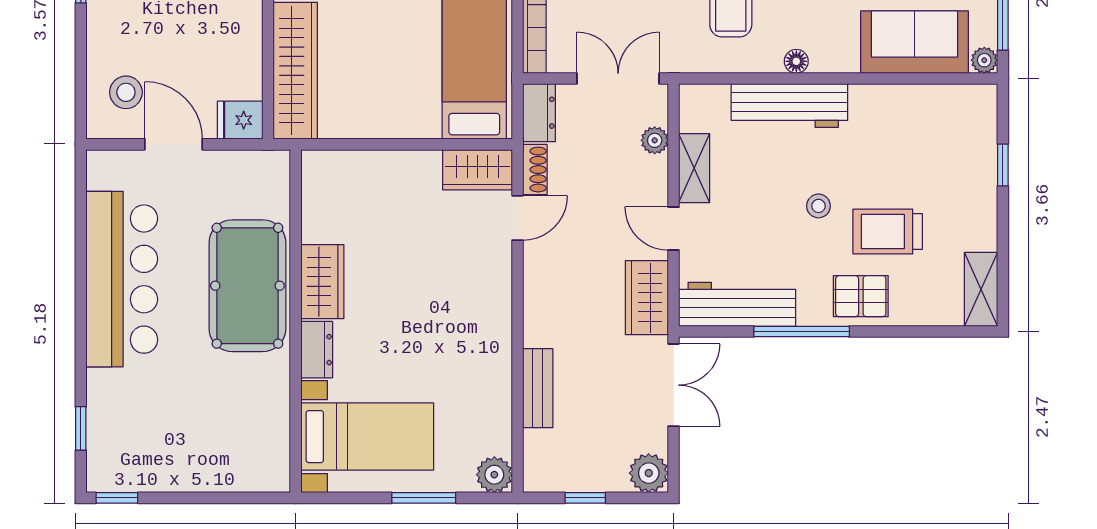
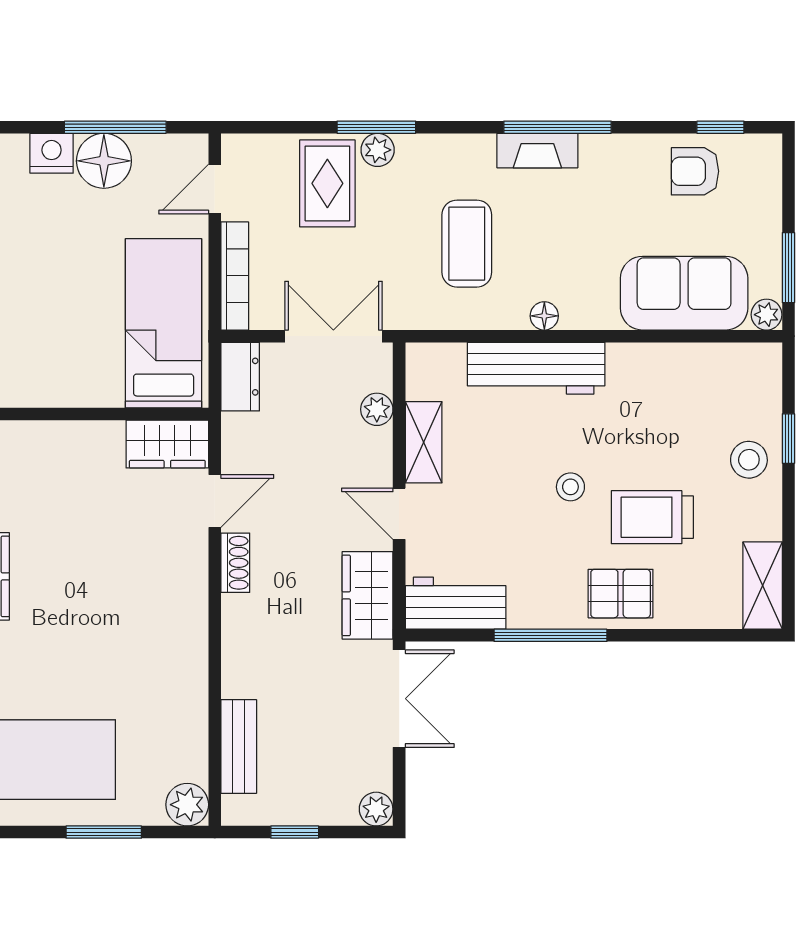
shoe rack: (535, 170) -> (235, 563), moved
stool: (969, 183) -> (749, 460), added
workbench: (737, 304) -> (456, 603), width x0.73
bench: (538, 388) -> (239, 746), moved
plant: (649, 473) -> (376, 809), width x0.73, depth x0.73

